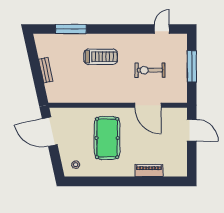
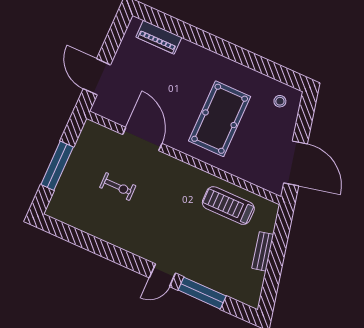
door: (162, 29) -> (162, 275), moved
treadmill: (101, 57) -> (228, 206), moved
exercise bike: (150, 70) -> (118, 187), width x0.73, depth x0.72
piano: (149, 171) -> (159, 37), moved

